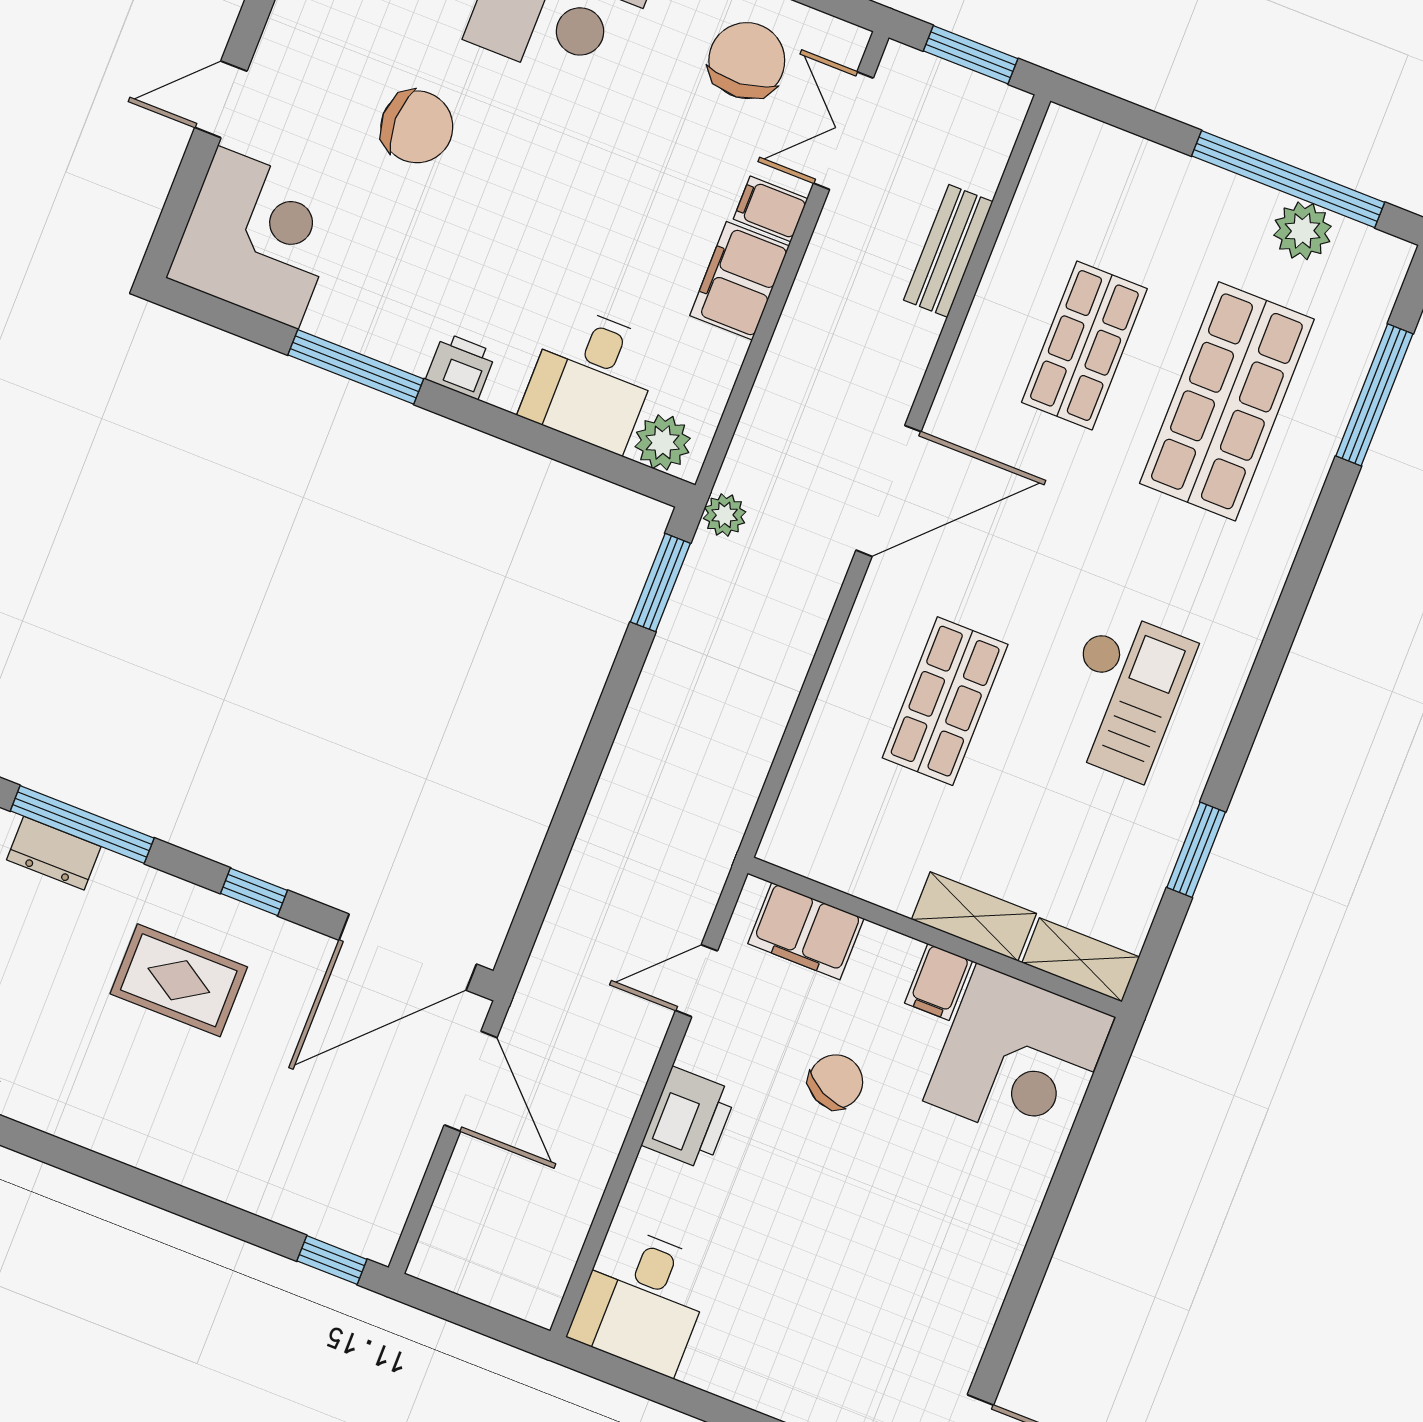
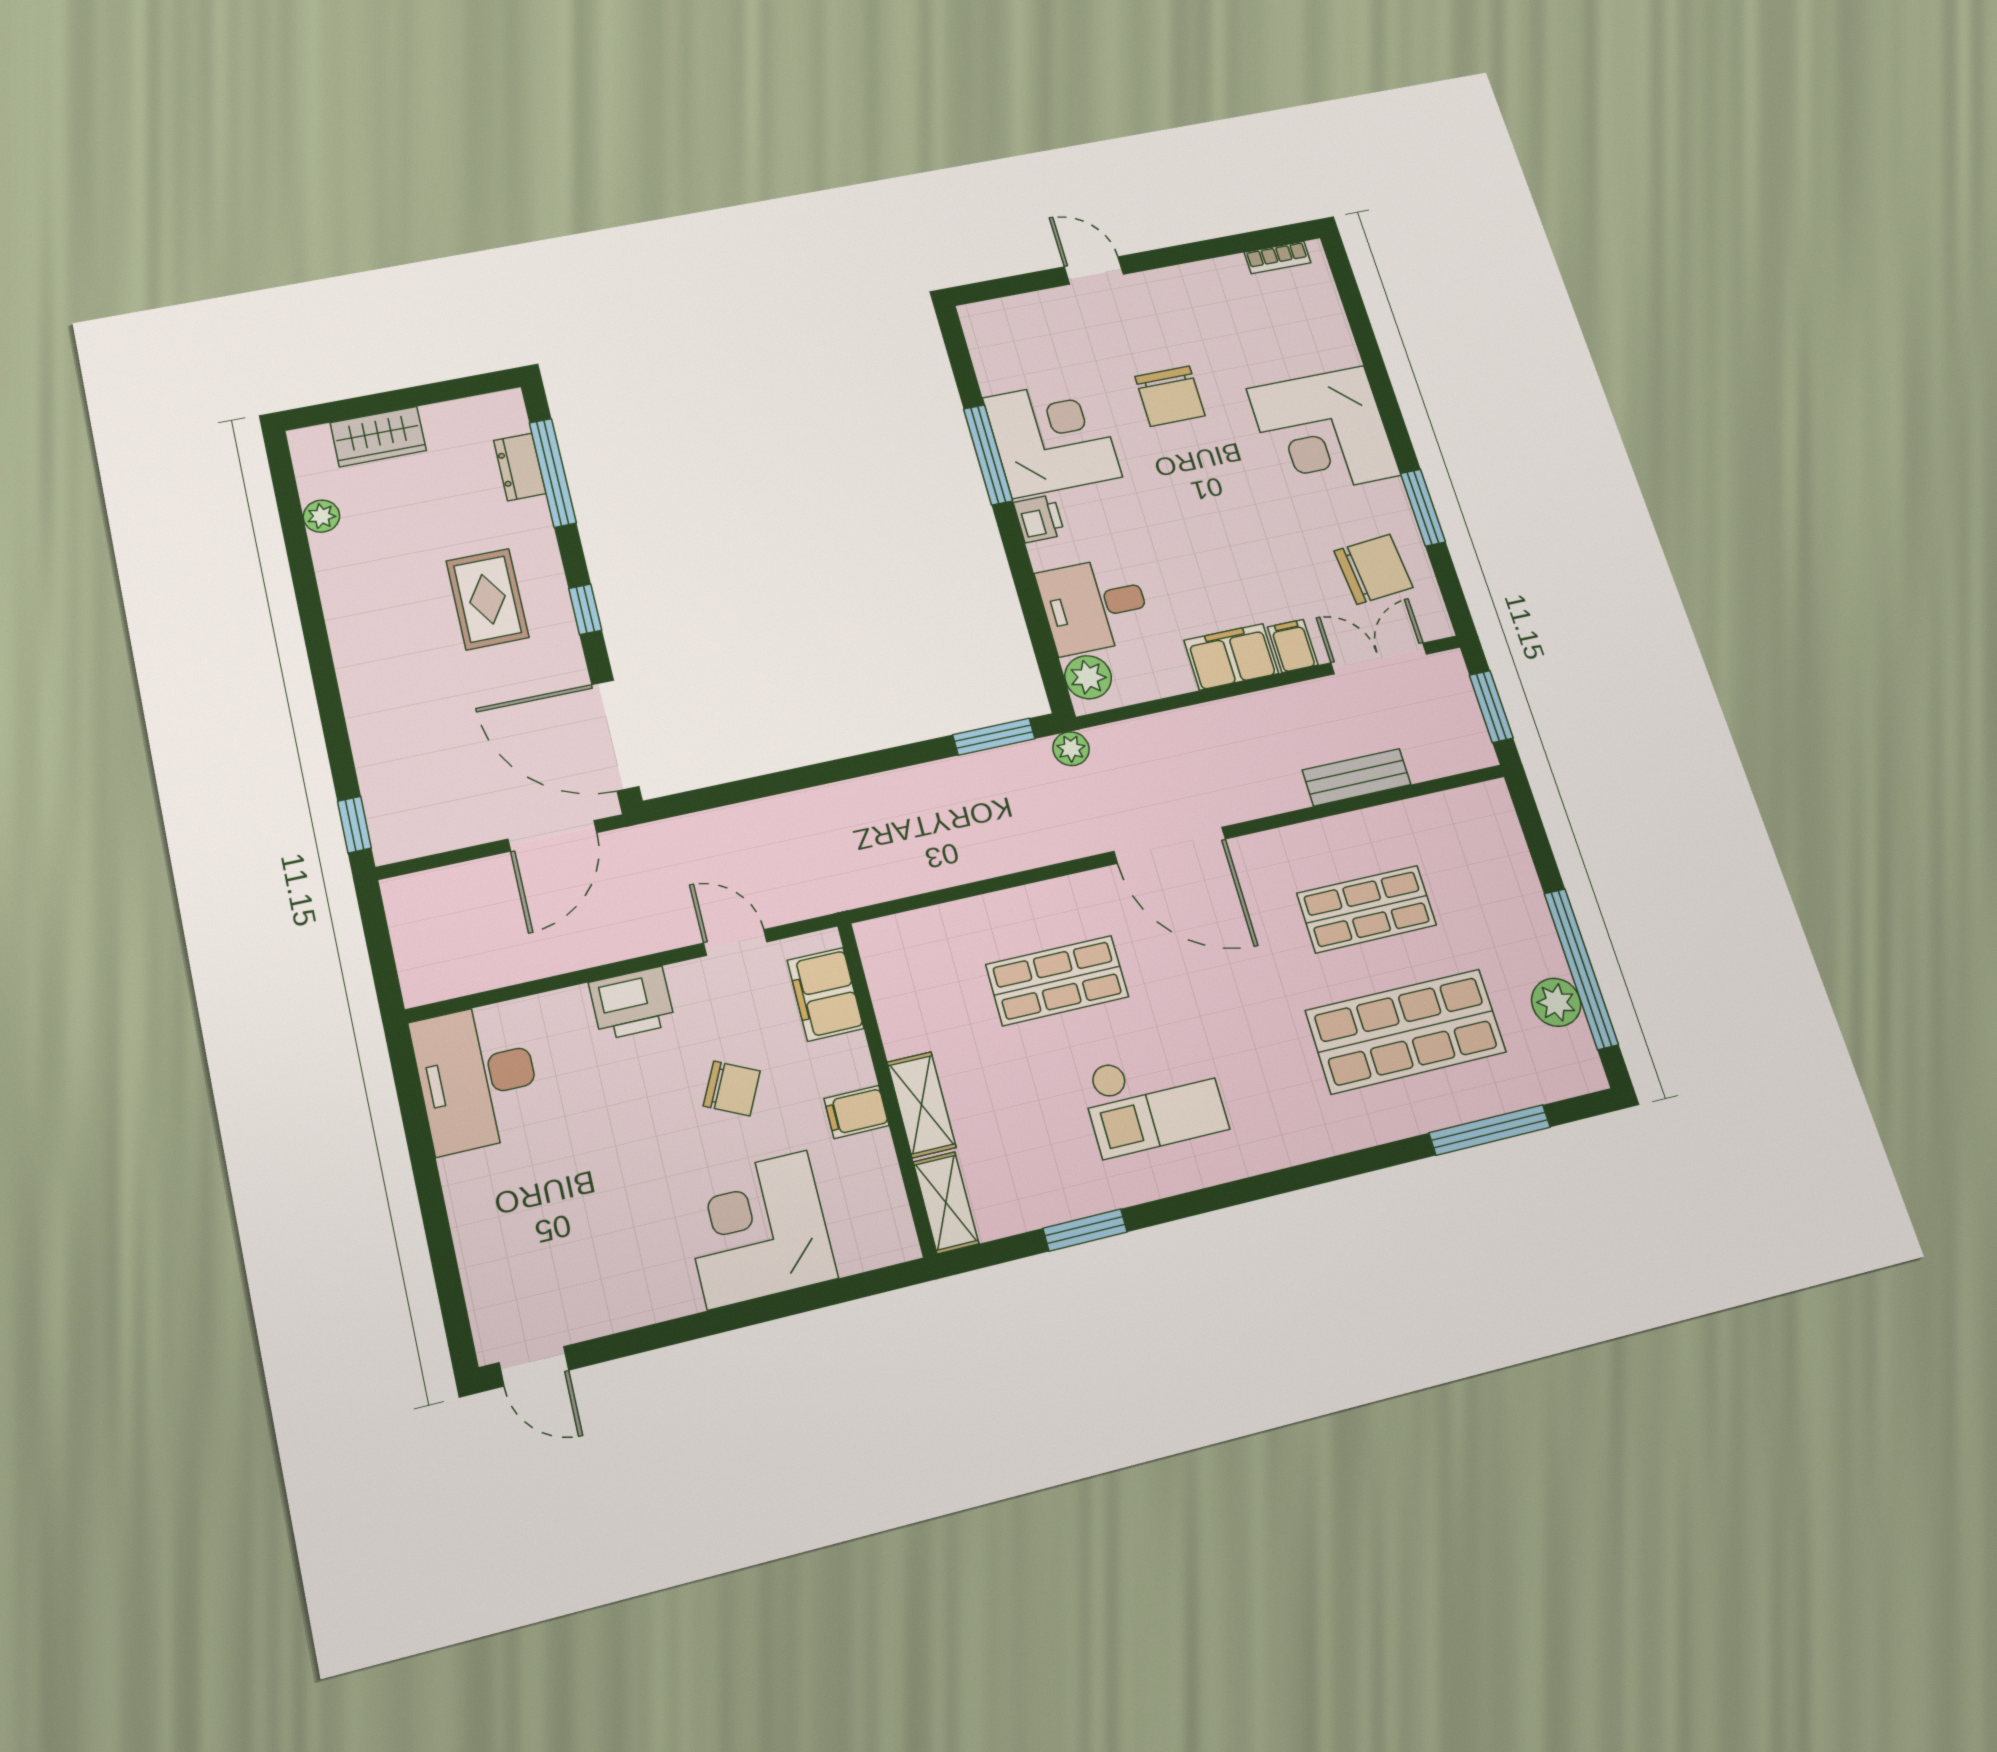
corner desk: (258, 237) -> (1052, 437), moved, turned -90
corner desk: (1019, 1059) -> (758, 1229), moved, turned 90
desk: (642, 1300) -> (477, 1077), width x1.37

